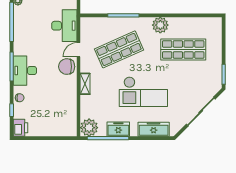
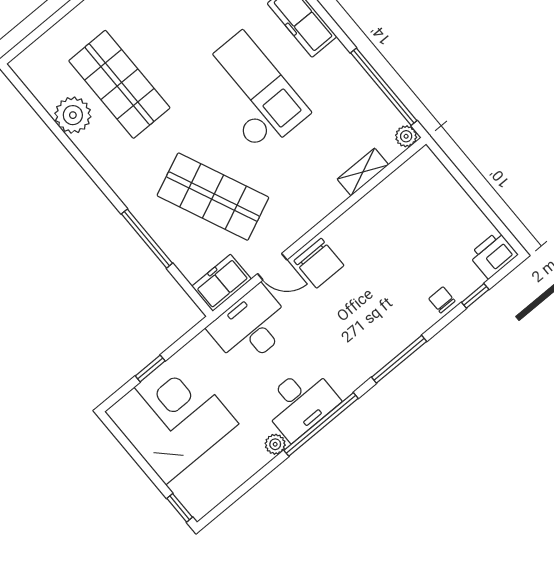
plant: (160, 25) -> (73, 115), moved
desk: (25, 71) -> (300, 403), moved
shelving: (85, 84) -> (363, 172), moved
plant: (89, 128) -> (406, 136), width x0.53, depth x0.53
freezer: (118, 129) -> (222, 283), moved, turned 90

